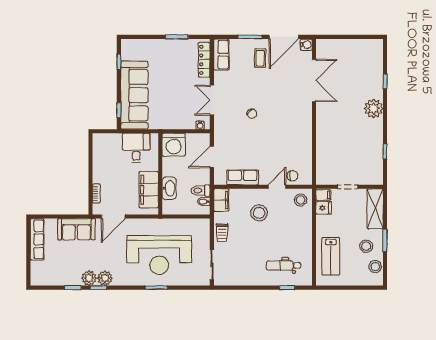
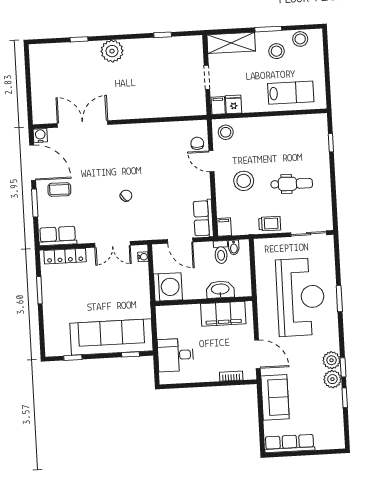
desk: (136, 148) -> (176, 355), moved
row of seats: (243, 177) -> (203, 218), moved
filing cabinet: (221, 200) -> (224, 227), width x0.50
dental chair: (283, 265) -> (292, 184), moved, turned -89

